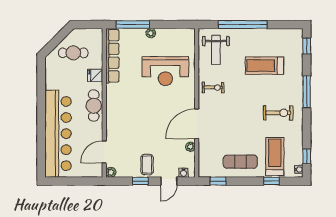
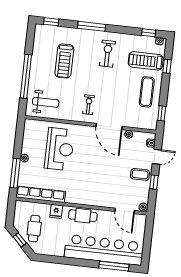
window: (59, 38) -> (20, 240), added
exercise bike: (213, 88) -> (89, 105), moved
window: (41, 147) -> (114, 266), added
door: (169, 181) -> (157, 157), hinge flipped

